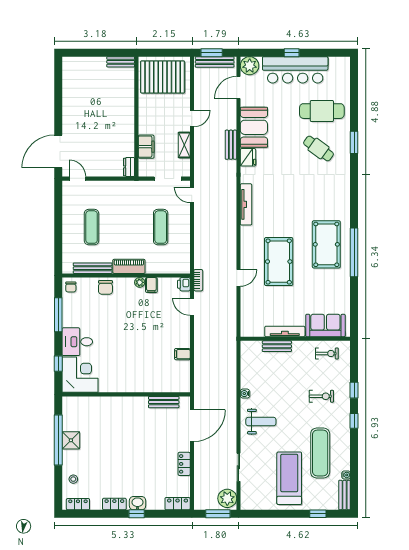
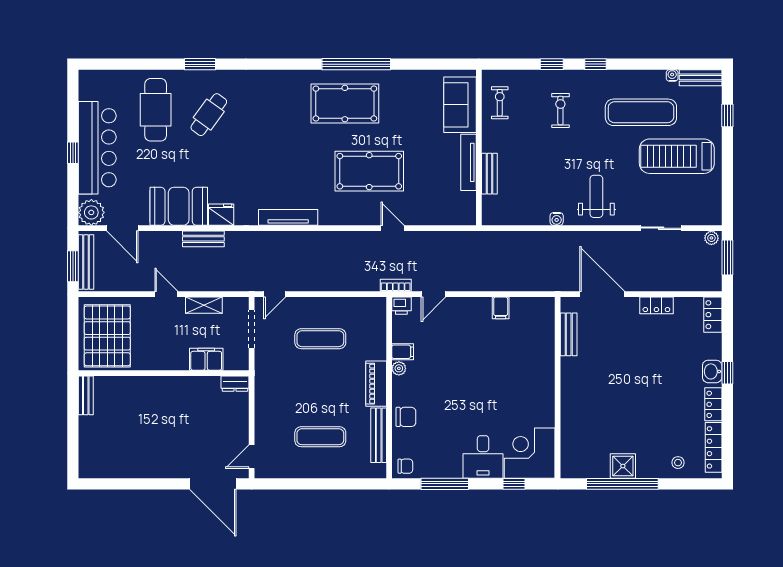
plant: (227, 498) -> (711, 238), width x0.53, depth x0.53
locker: (78, 504) -> (714, 447), width x1.53

